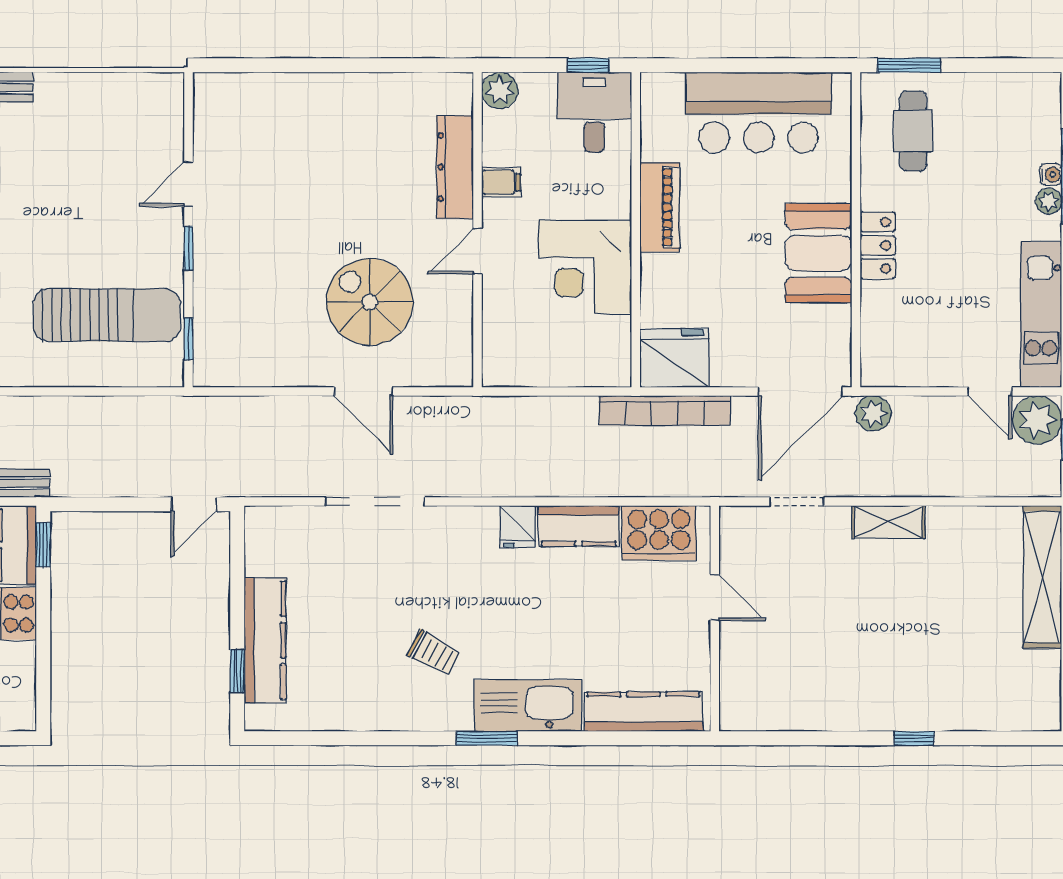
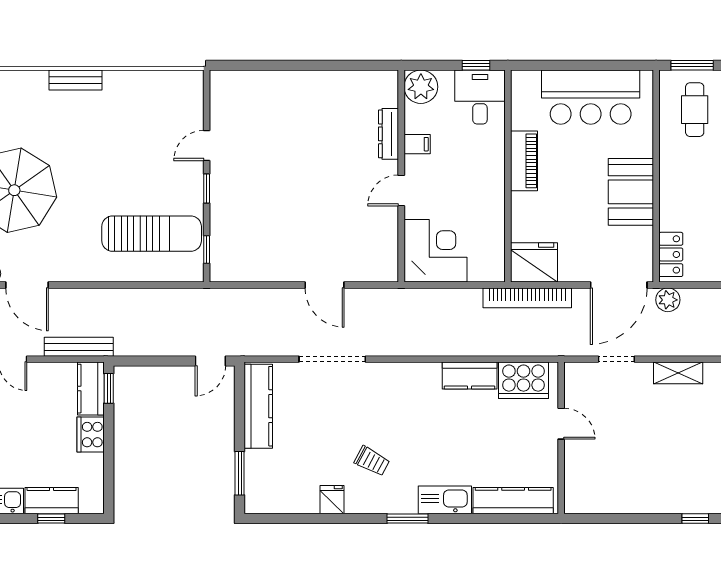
plant: (500, 90) -> (421, 87), width x1.36, depth x1.36
dresser: (455, 167) -> (389, 134), width x0.73, depth x0.80
locker: (878, 245) -> (671, 254), moved
corner desk: (585, 267) -> (435, 251), moved, turned 180
spiral stairs: (370, 302) -> (329, 225), removed
fridge: (518, 527) -> (332, 500), moved, turned 180
kitchen counter: (265, 640) -> (258, 406), moved
window: (237, 671) -> (240, 473), width x1.50
kitchen sink: (528, 706) -> (445, 500), width x0.73, depth x0.81

